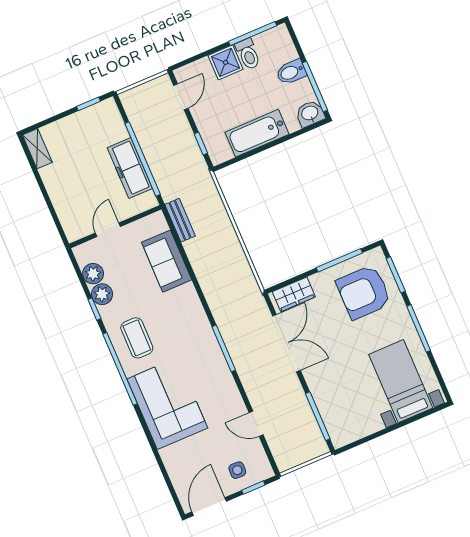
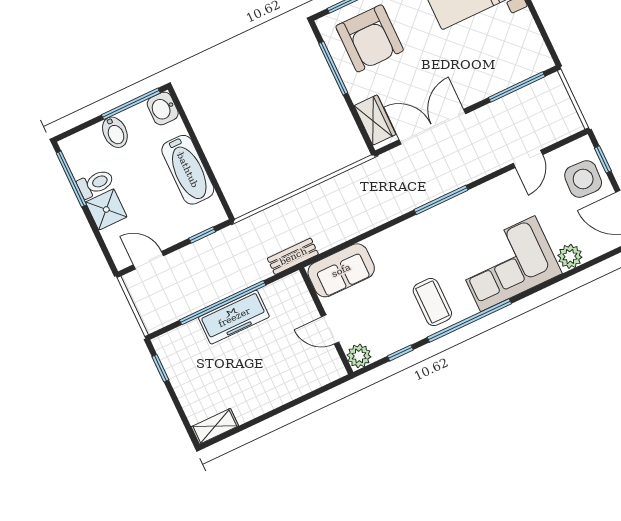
wall: (115, 227) -> (326, 321), moved
door: (108, 230) -> (330, 329), moved
plant: (102, 294) -> (570, 256), moved
coffee table: (137, 338) -> (432, 302), turned 90
side table: (237, 470) -> (583, 179), width x1.87, depth x1.87

